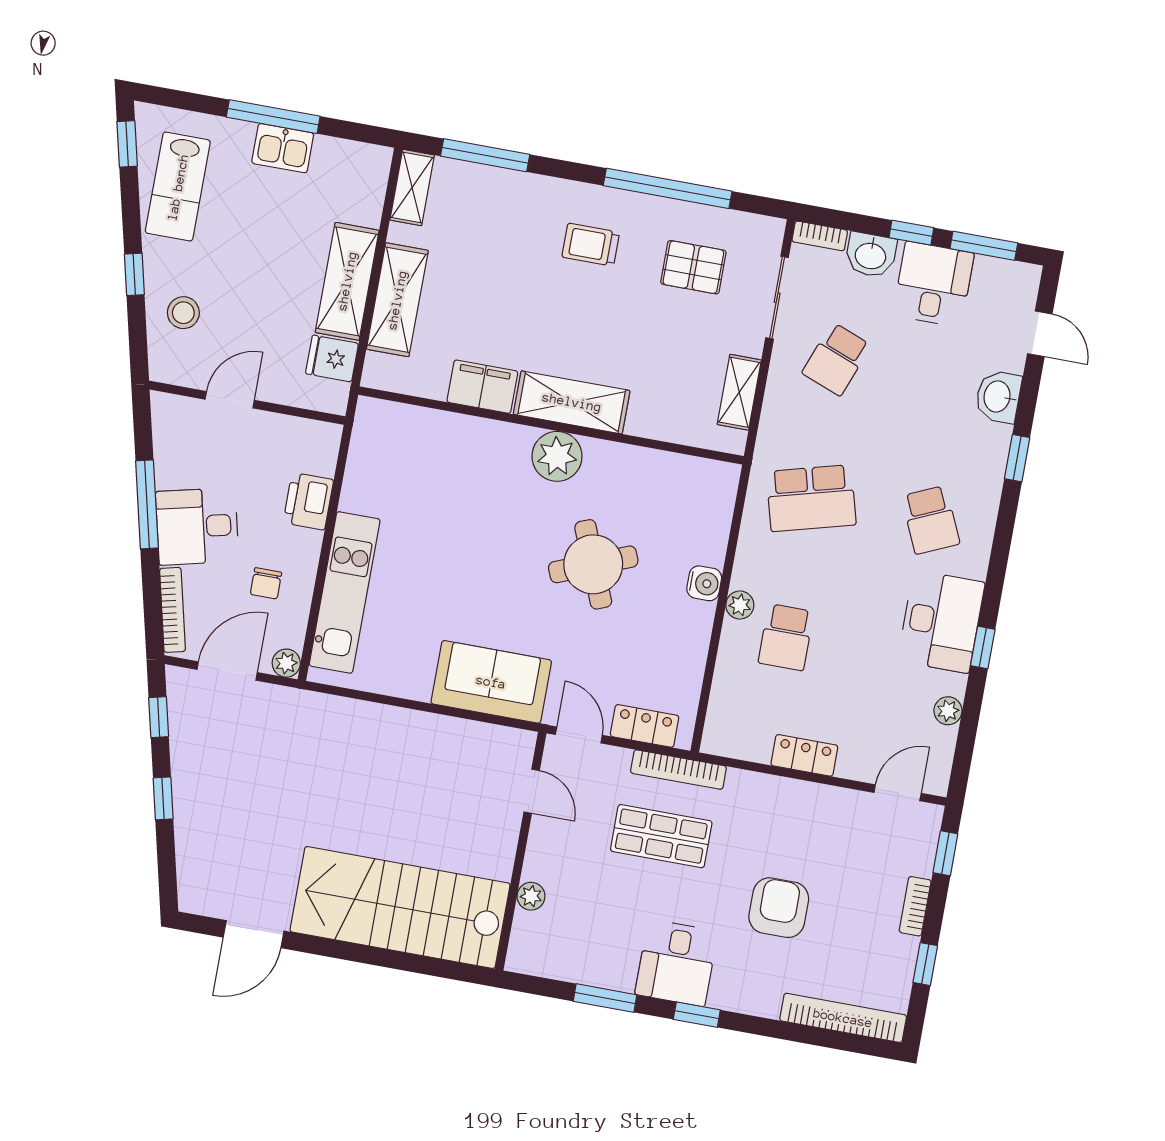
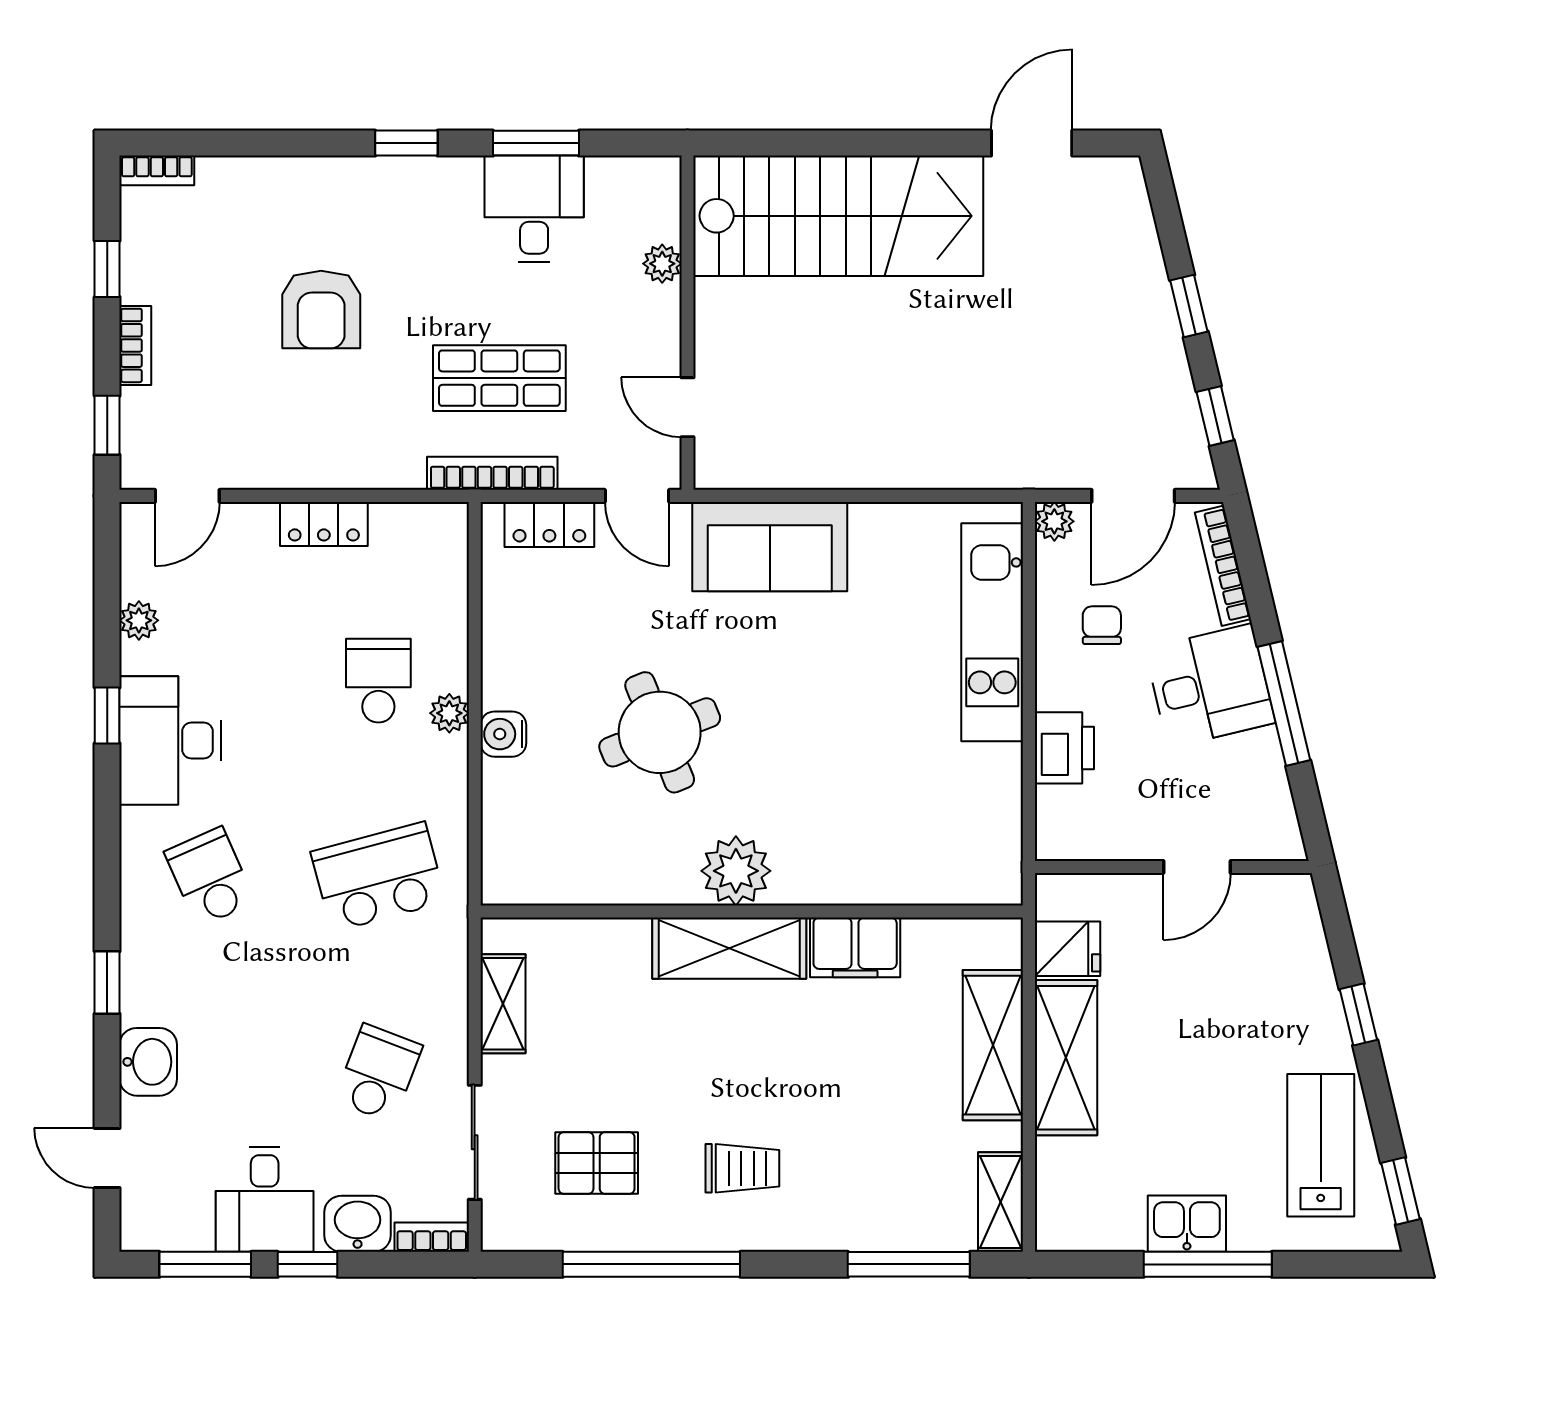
stool: (183, 313) -> (1282, 974), removed
desk: (676, 963) -> (534, 209), moved
bookcase: (843, 1018) -> (157, 170), width x0.43, depth x0.76

